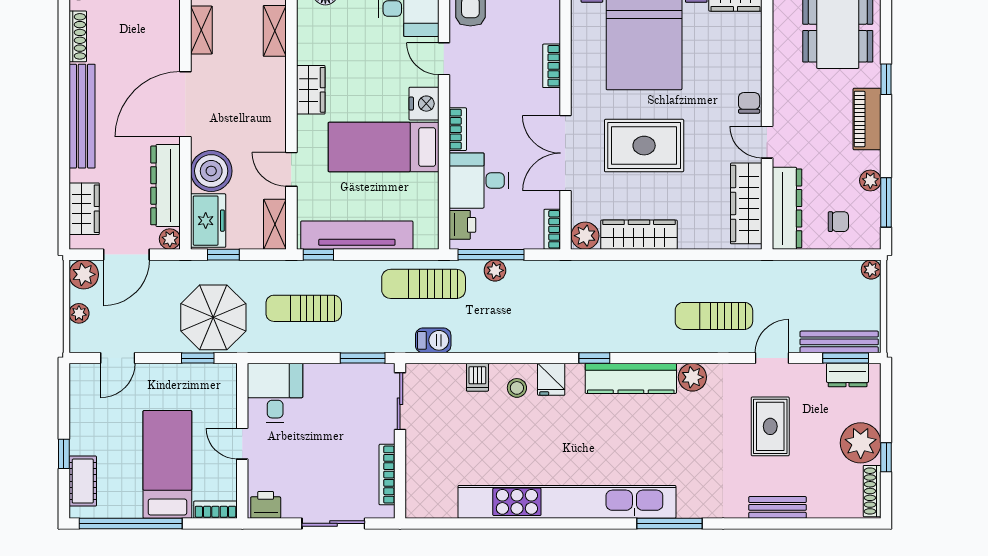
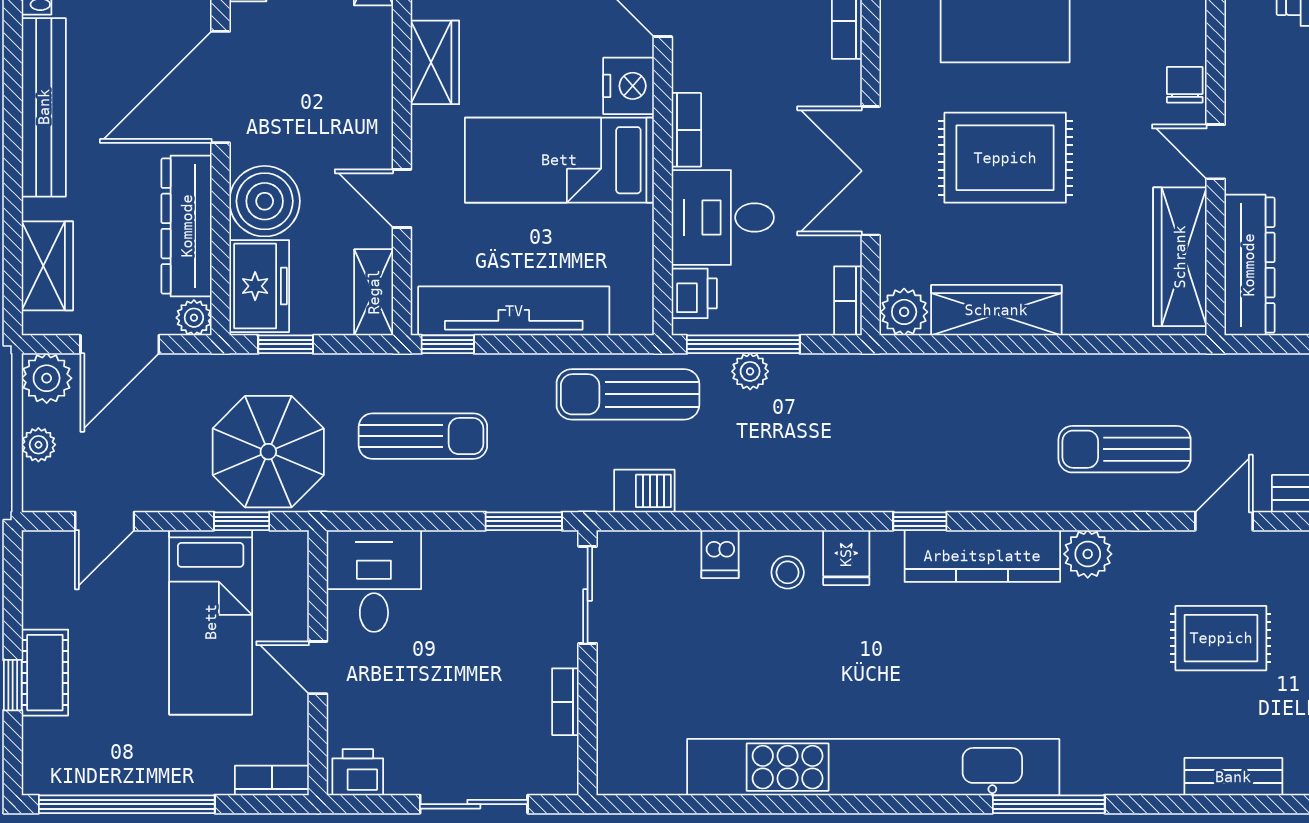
sun lounger: (304, 308) -> (423, 436), turned 180
rug: (770, 426) -> (1221, 638), turned 90
bed: (167, 464) -> (211, 622), moved, turned 180
bookcase: (387, 475) -> (565, 702), width x0.64
cot: (83, 481) -> (45, 673), moved

